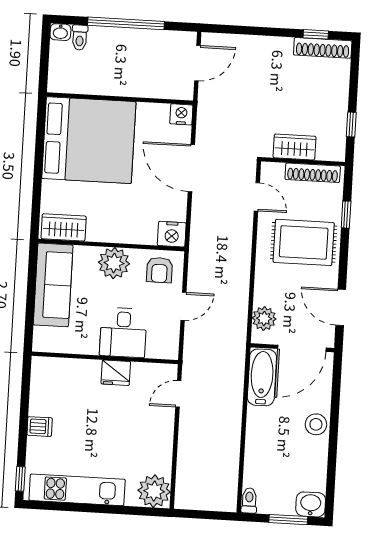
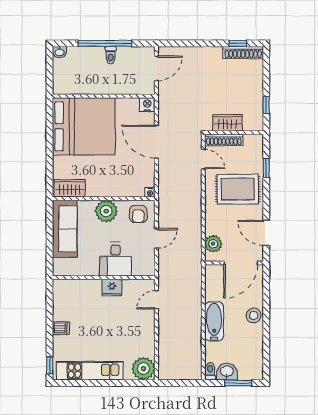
toilet: (80, 37) -> (111, 55), moved
shoe rack: (313, 173) -> (224, 140), moved
nightstand: (172, 234) -> (150, 192), width x0.53, depth x0.56
bathtub: (262, 377) -> (214, 321), moved
washbasin: (311, 504) -> (227, 372), moved

